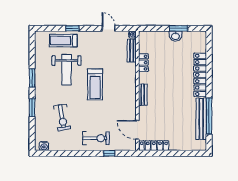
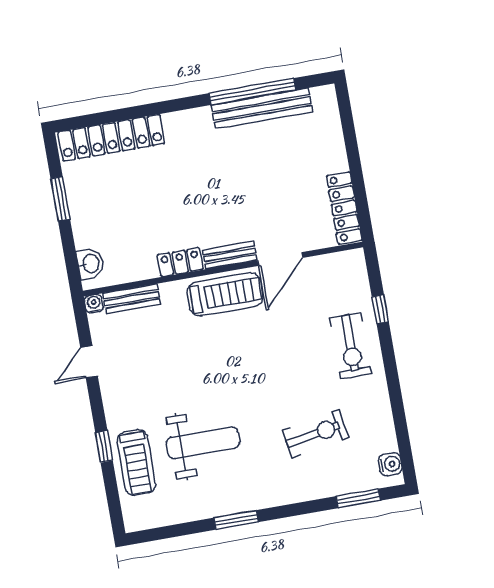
washbasin: (175, 36) -> (90, 264), moved
locker: (143, 63) -> (180, 262), moved
locker: (200, 75) -> (111, 138), moved
treadmill: (95, 84) -> (225, 294), moved
window: (32, 108) -> (358, 498), moved
door: (137, 130) -> (280, 259), moved
exercise bike: (96, 138) -> (350, 346), turned 180

